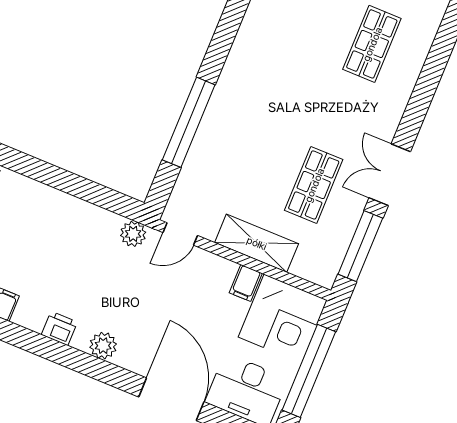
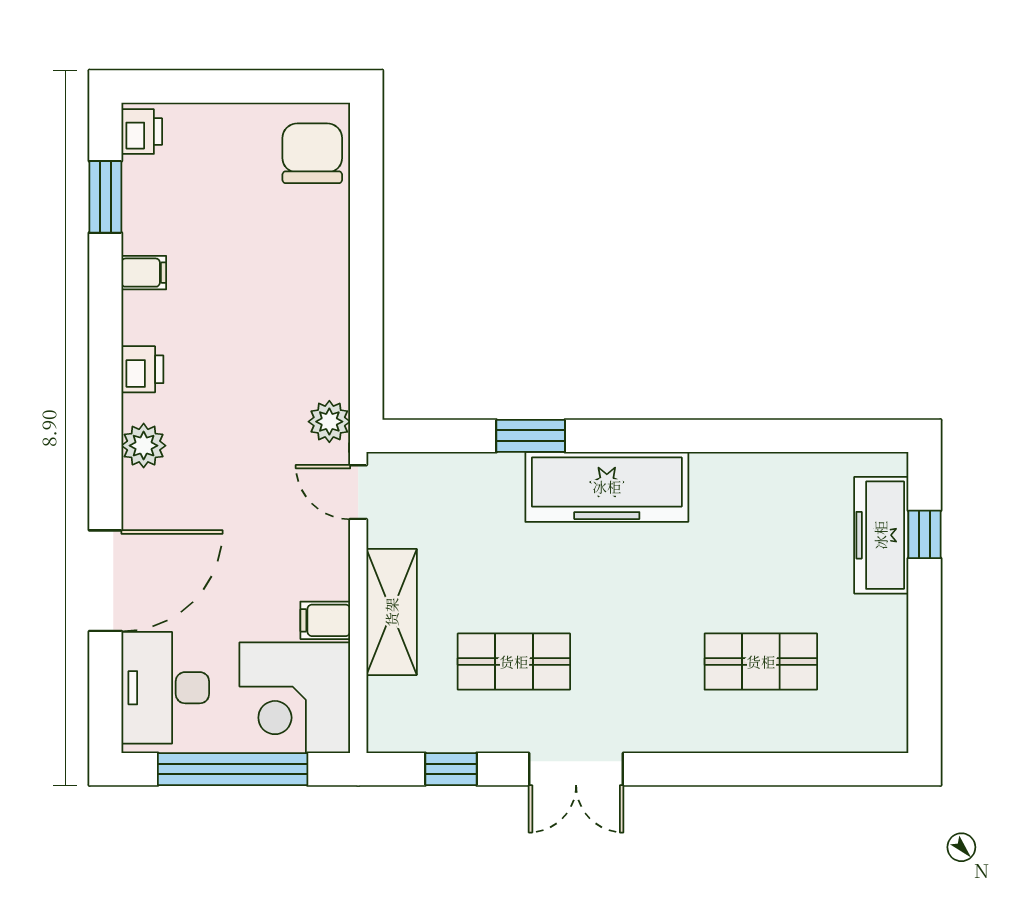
freezer: (236, 91) -> (607, 487), added
window: (189, 122) -> (531, 436), width x0.47
double door: (390, 175) -> (576, 769), swing flipped
window: (360, 246) -> (451, 769), width x0.46

